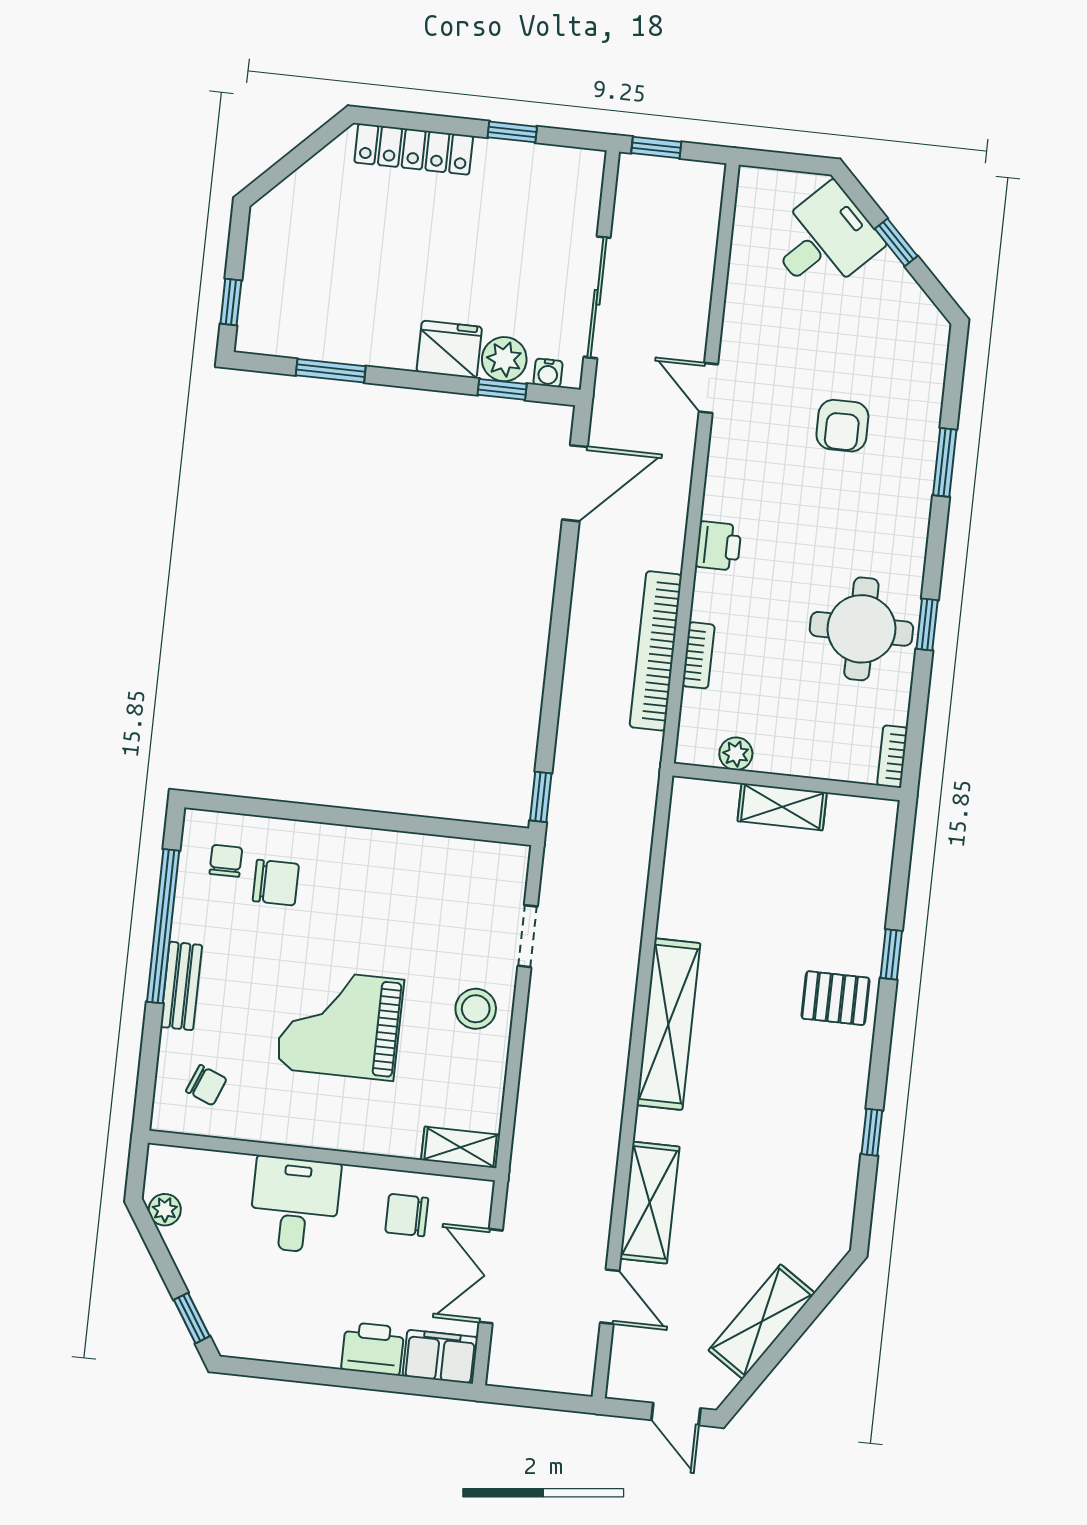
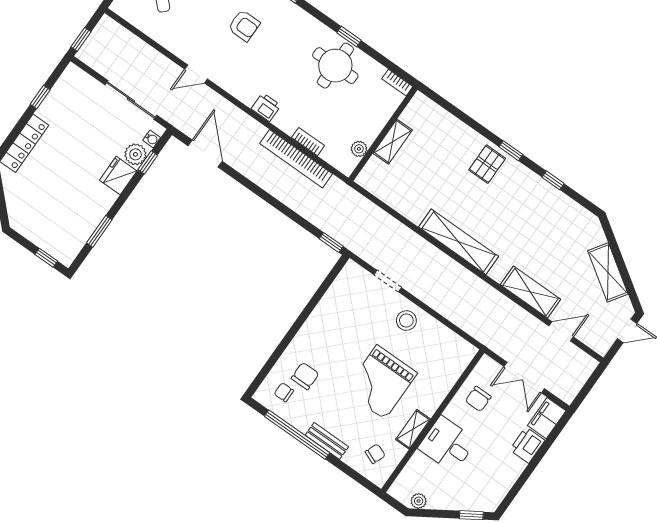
window: (891, 954) -> (511, 151), moved
shelving: (461, 1147) -> (413, 429), moved

